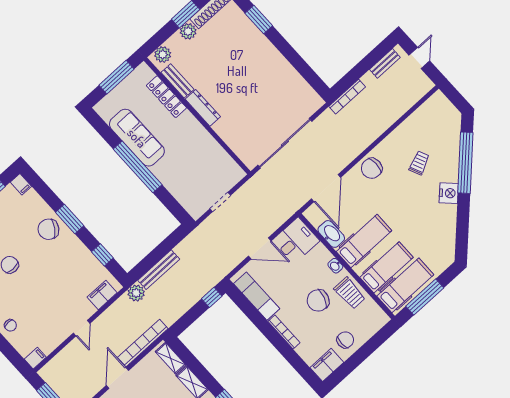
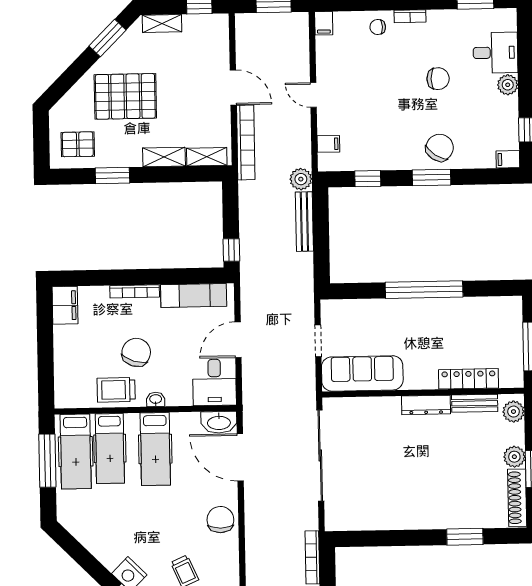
sofa: (137, 138) -> (362, 373), moved, turned 180
washbasin: (331, 234) -> (219, 422), moved
filing cabinet: (102, 295) -> (328, 144), width x0.50
chair: (345, 340) -> (74, 345), removed

